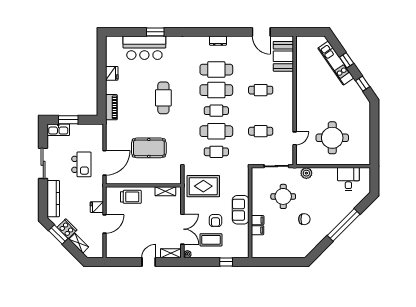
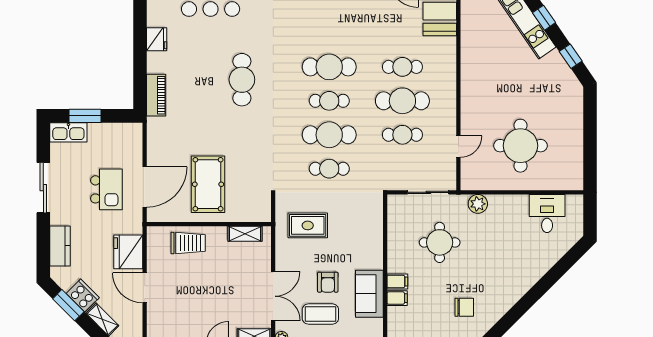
cafe table: (216, 70) -> (402, 101), moved
pool table: (149, 148) -> (208, 184), moved, turned 90
rug: (203, 186) -> (308, 225), width x0.73, depth x0.70
kitchen counter: (53, 199) -> (60, 246), width x0.67
fridge: (97, 207) -> (128, 252), width x1.88, depth x1.34
sofa: (241, 210) -> (369, 294), moved
chair: (304, 219) -> (464, 307), moved
door: (105, 224) -> (145, 288), swing flipped
window: (344, 225) -> (539, 289), removed

